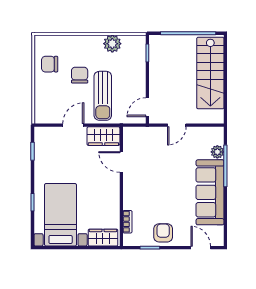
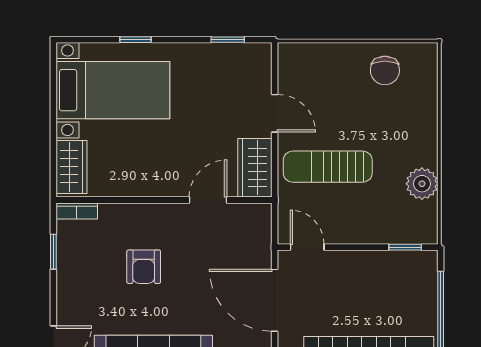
chair: (50, 64) -> (385, 70), turned 180
chair: (80, 75) -> (365, 125), removed
door: (177, 125) -> (275, 300), width x1.87
bookcase: (127, 222) -> (77, 211), moved
armchair: (163, 233) -> (144, 267), moved, turned 90

